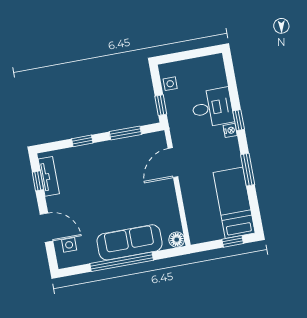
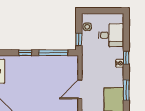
desk: (212, 108) -> (111, 35), moved
window: (125, 133) -> (53, 53), width x1.44
door: (173, 163) -> (80, 89), moved

